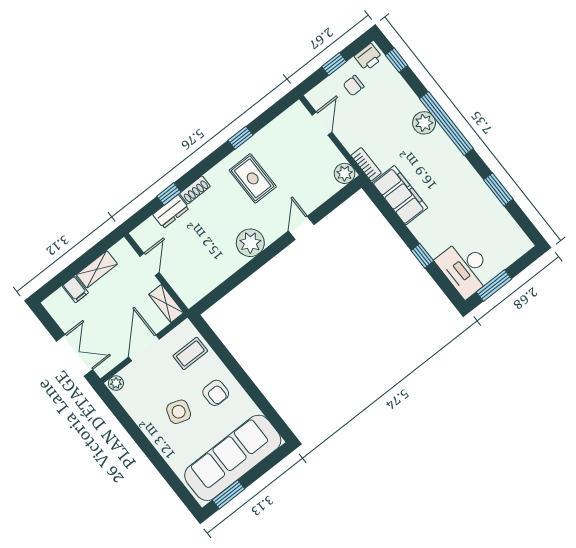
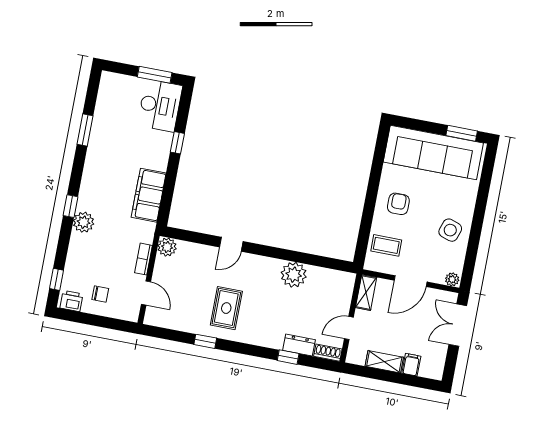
window: (334, 64) -> (97, 321), removed
door: (322, 124) -> (146, 293), swing flipped
window: (446, 124) -> (71, 206), width x0.32
bookcase: (366, 164) -> (143, 259), moved
shoe rack: (195, 190) -> (328, 353), moved
plant: (250, 243) -> (294, 275), moved
side table: (179, 412) -> (450, 230), moved

